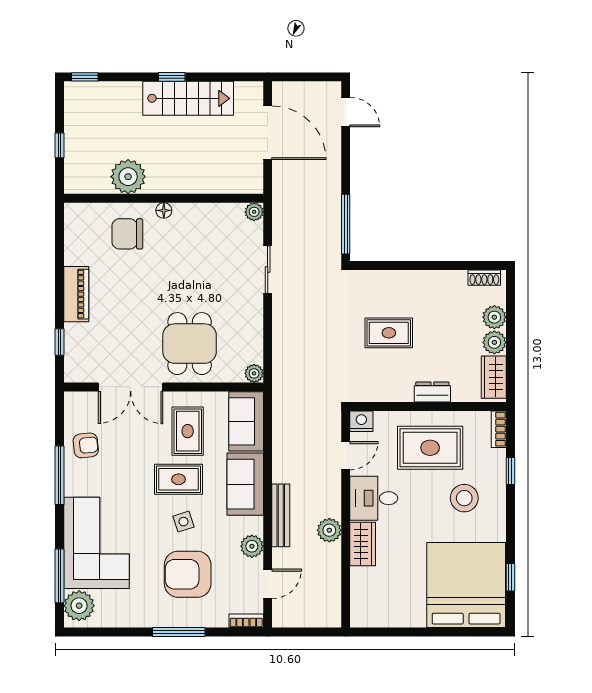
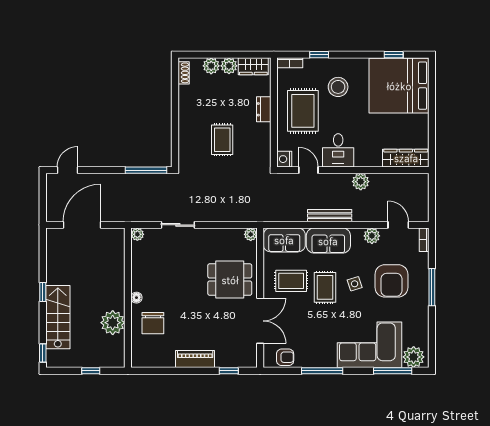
stairs: (188, 98) -> (58, 317), moved
armchair: (86, 445) -> (285, 357), moved, turned 96
bench: (281, 515) -> (330, 216), moved
wardrobe: (363, 544) -> (406, 158), moved, width x1.50

